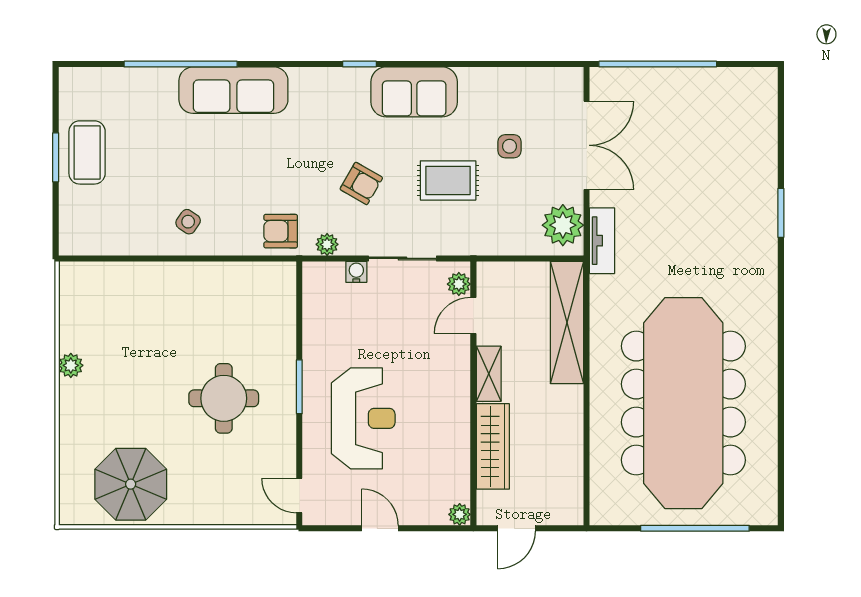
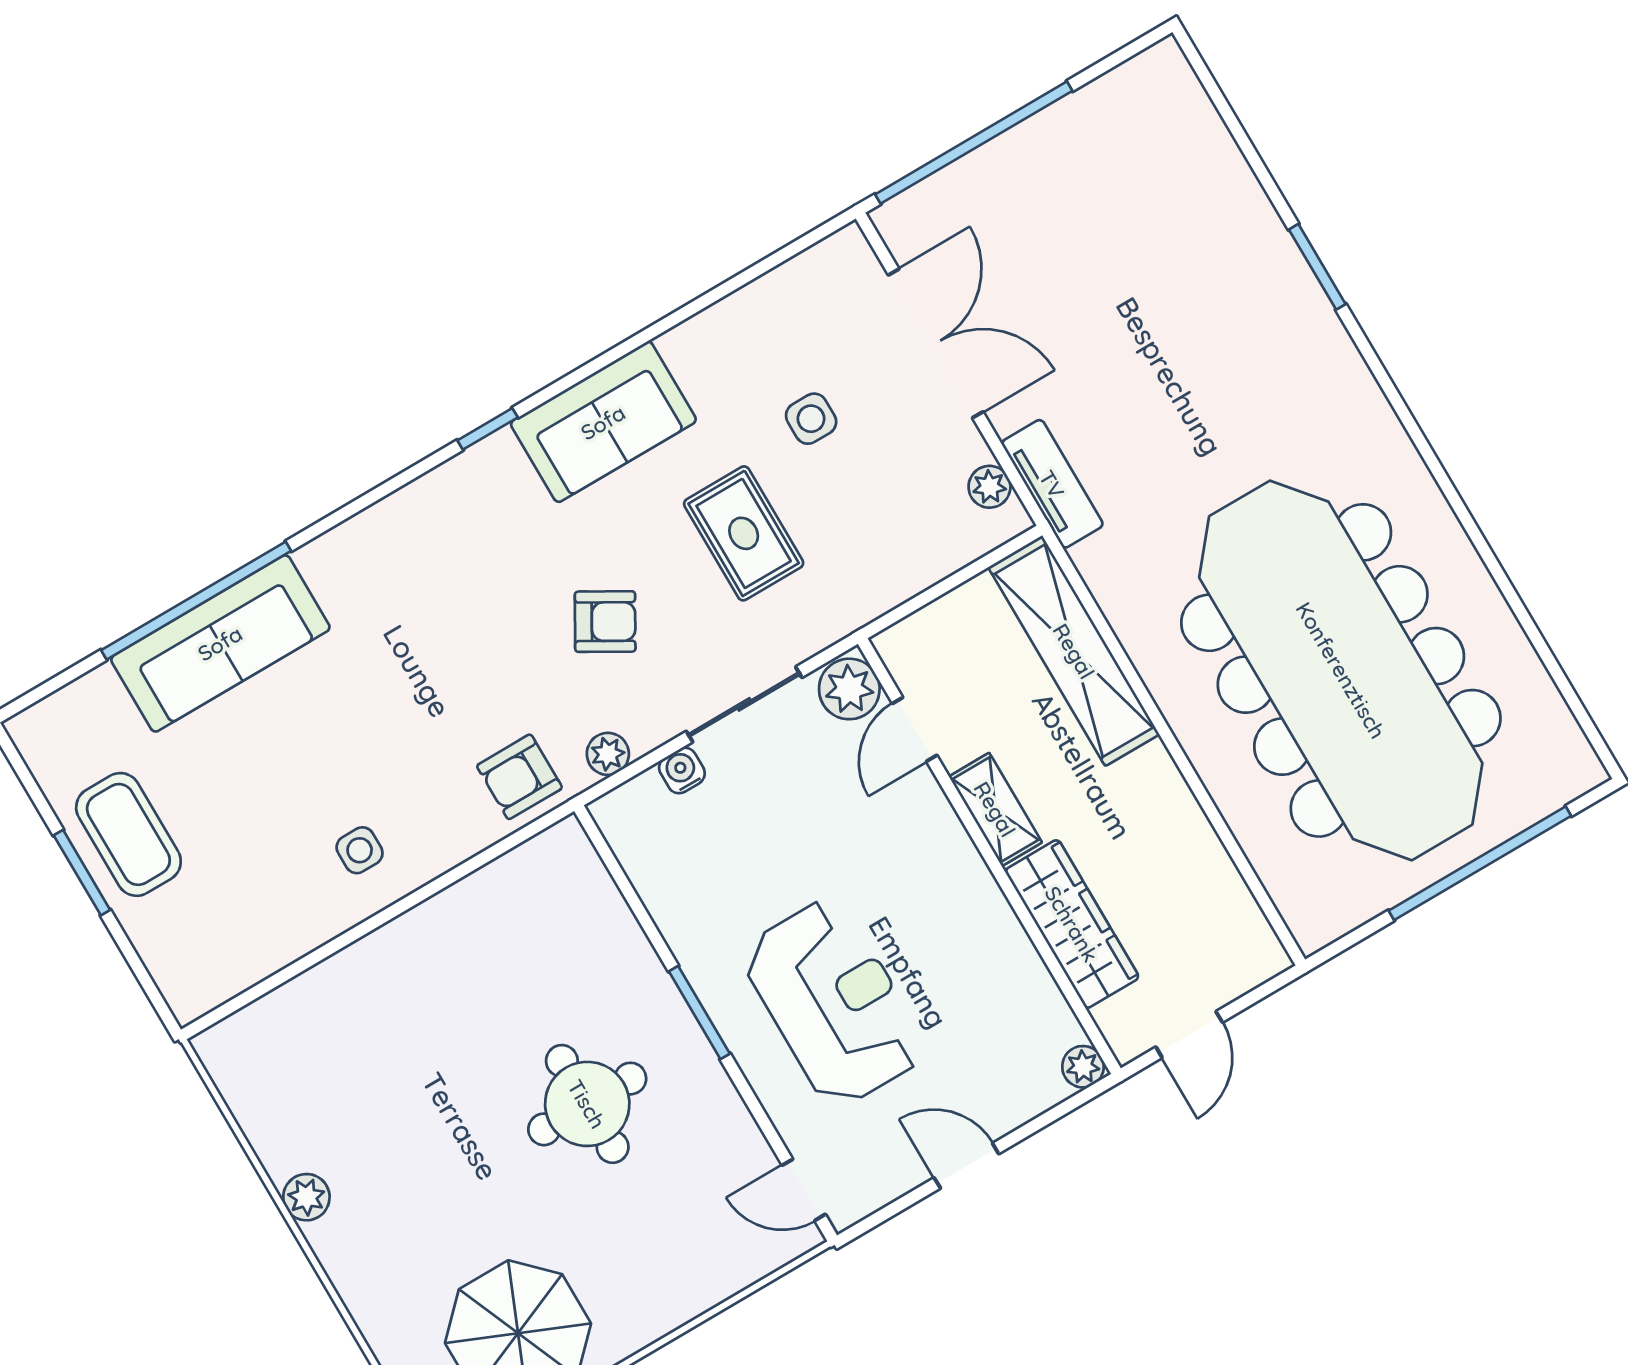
sofa: (233, 90) -> (220, 643), moved
rug: (448, 180) -> (744, 533), turned 90
side table: (188, 222) -> (360, 850), turned -34
plant: (563, 225) -> (989, 487), width x0.53, depth x0.53
plant: (459, 284) -> (849, 689), width x1.38, depth x1.38

